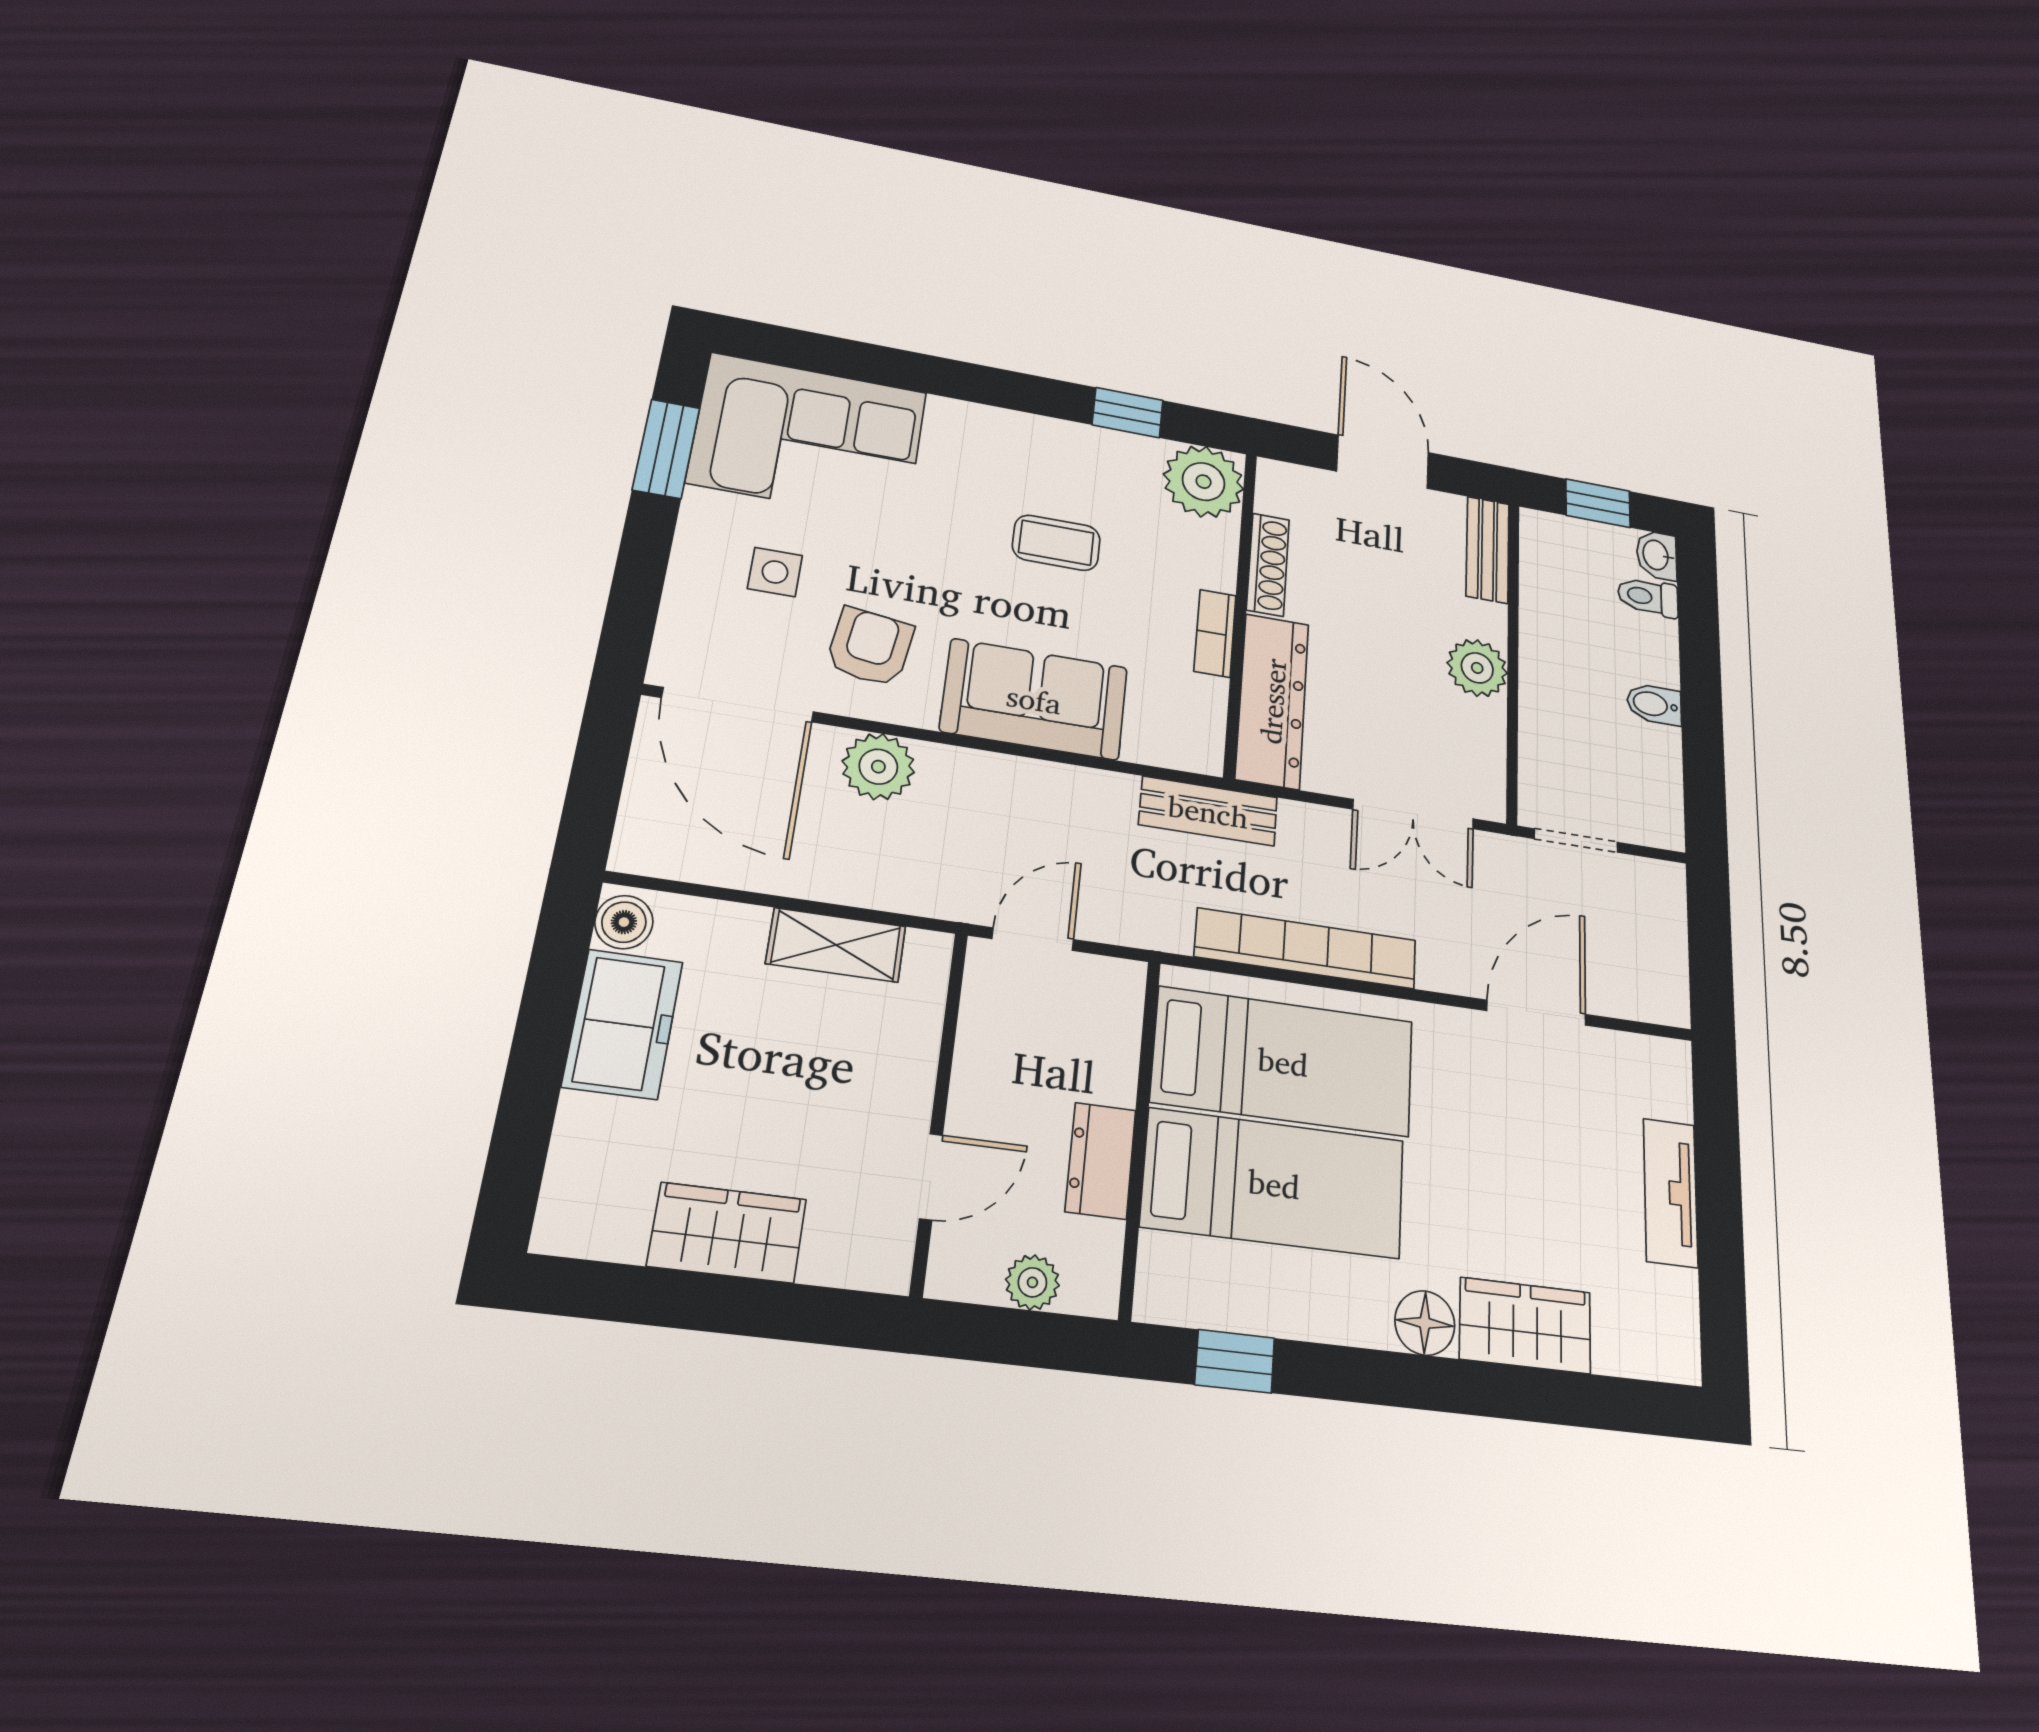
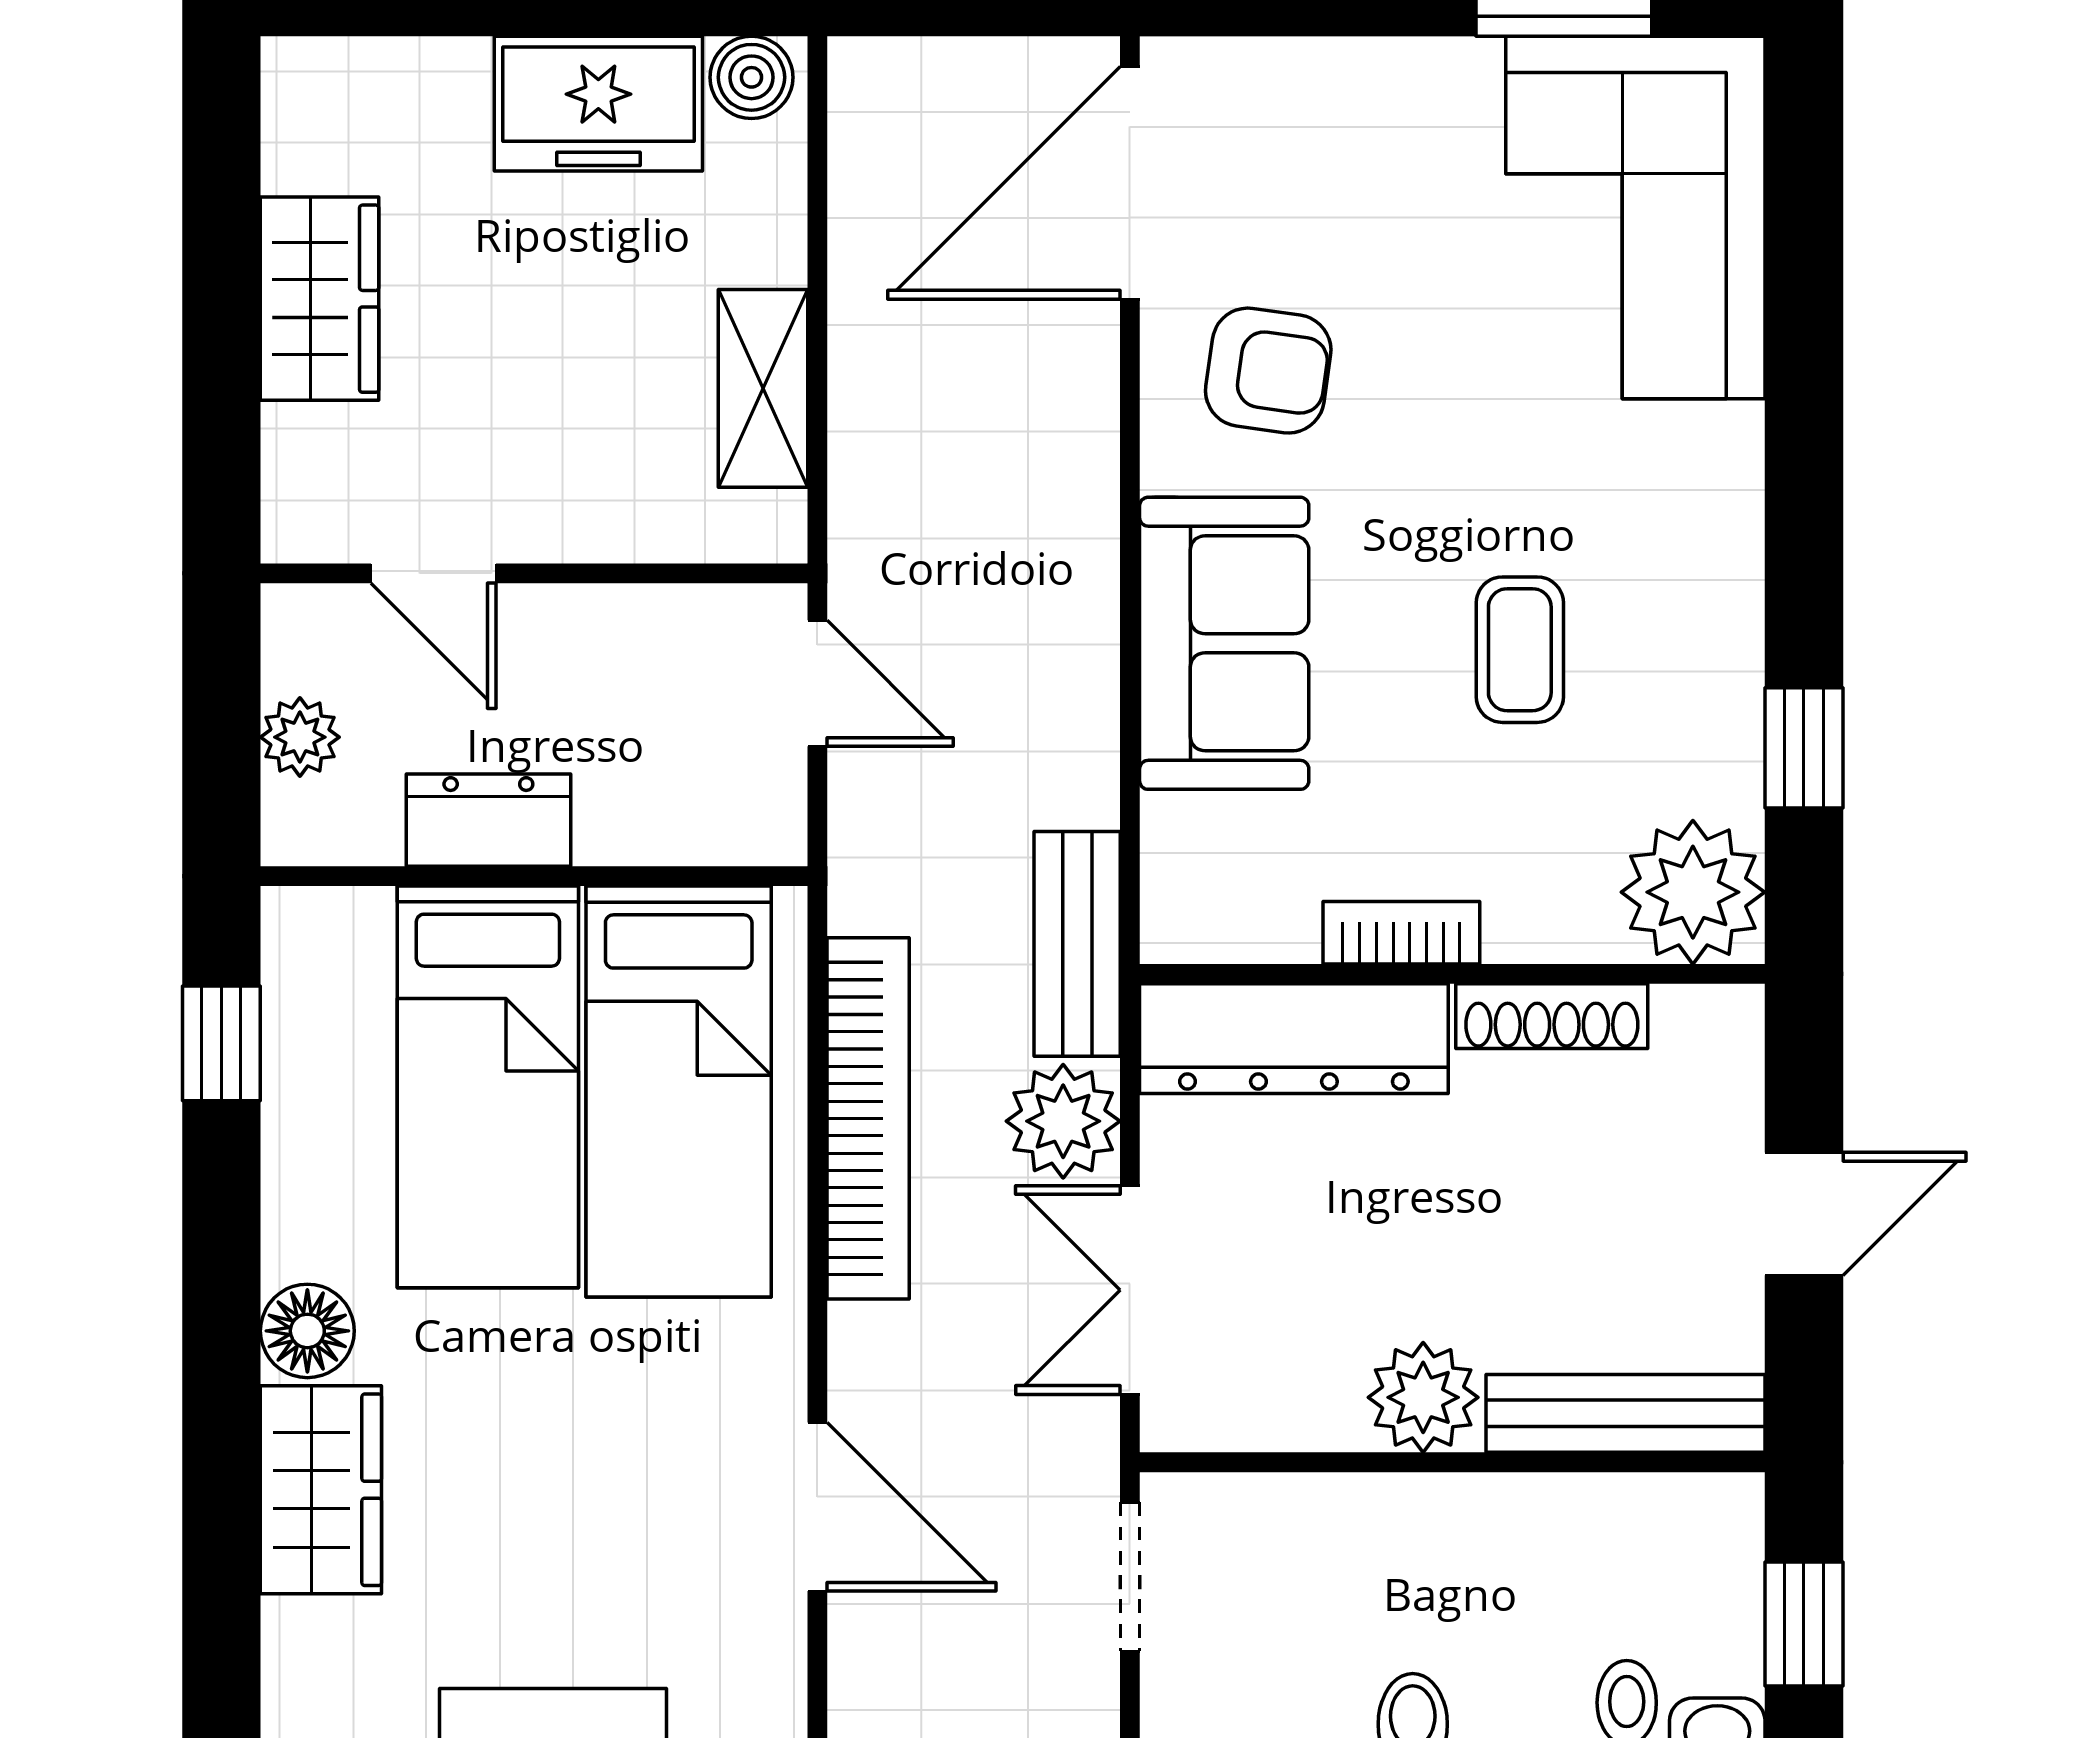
door: (1383, 462) -> (1804, 1214), width x0.73
bench: (1488, 550) -> (1625, 1413), width x1.36
side table: (775, 572) -> (1373, 203), removed
plant: (878, 767) -> (1063, 1121), moved

